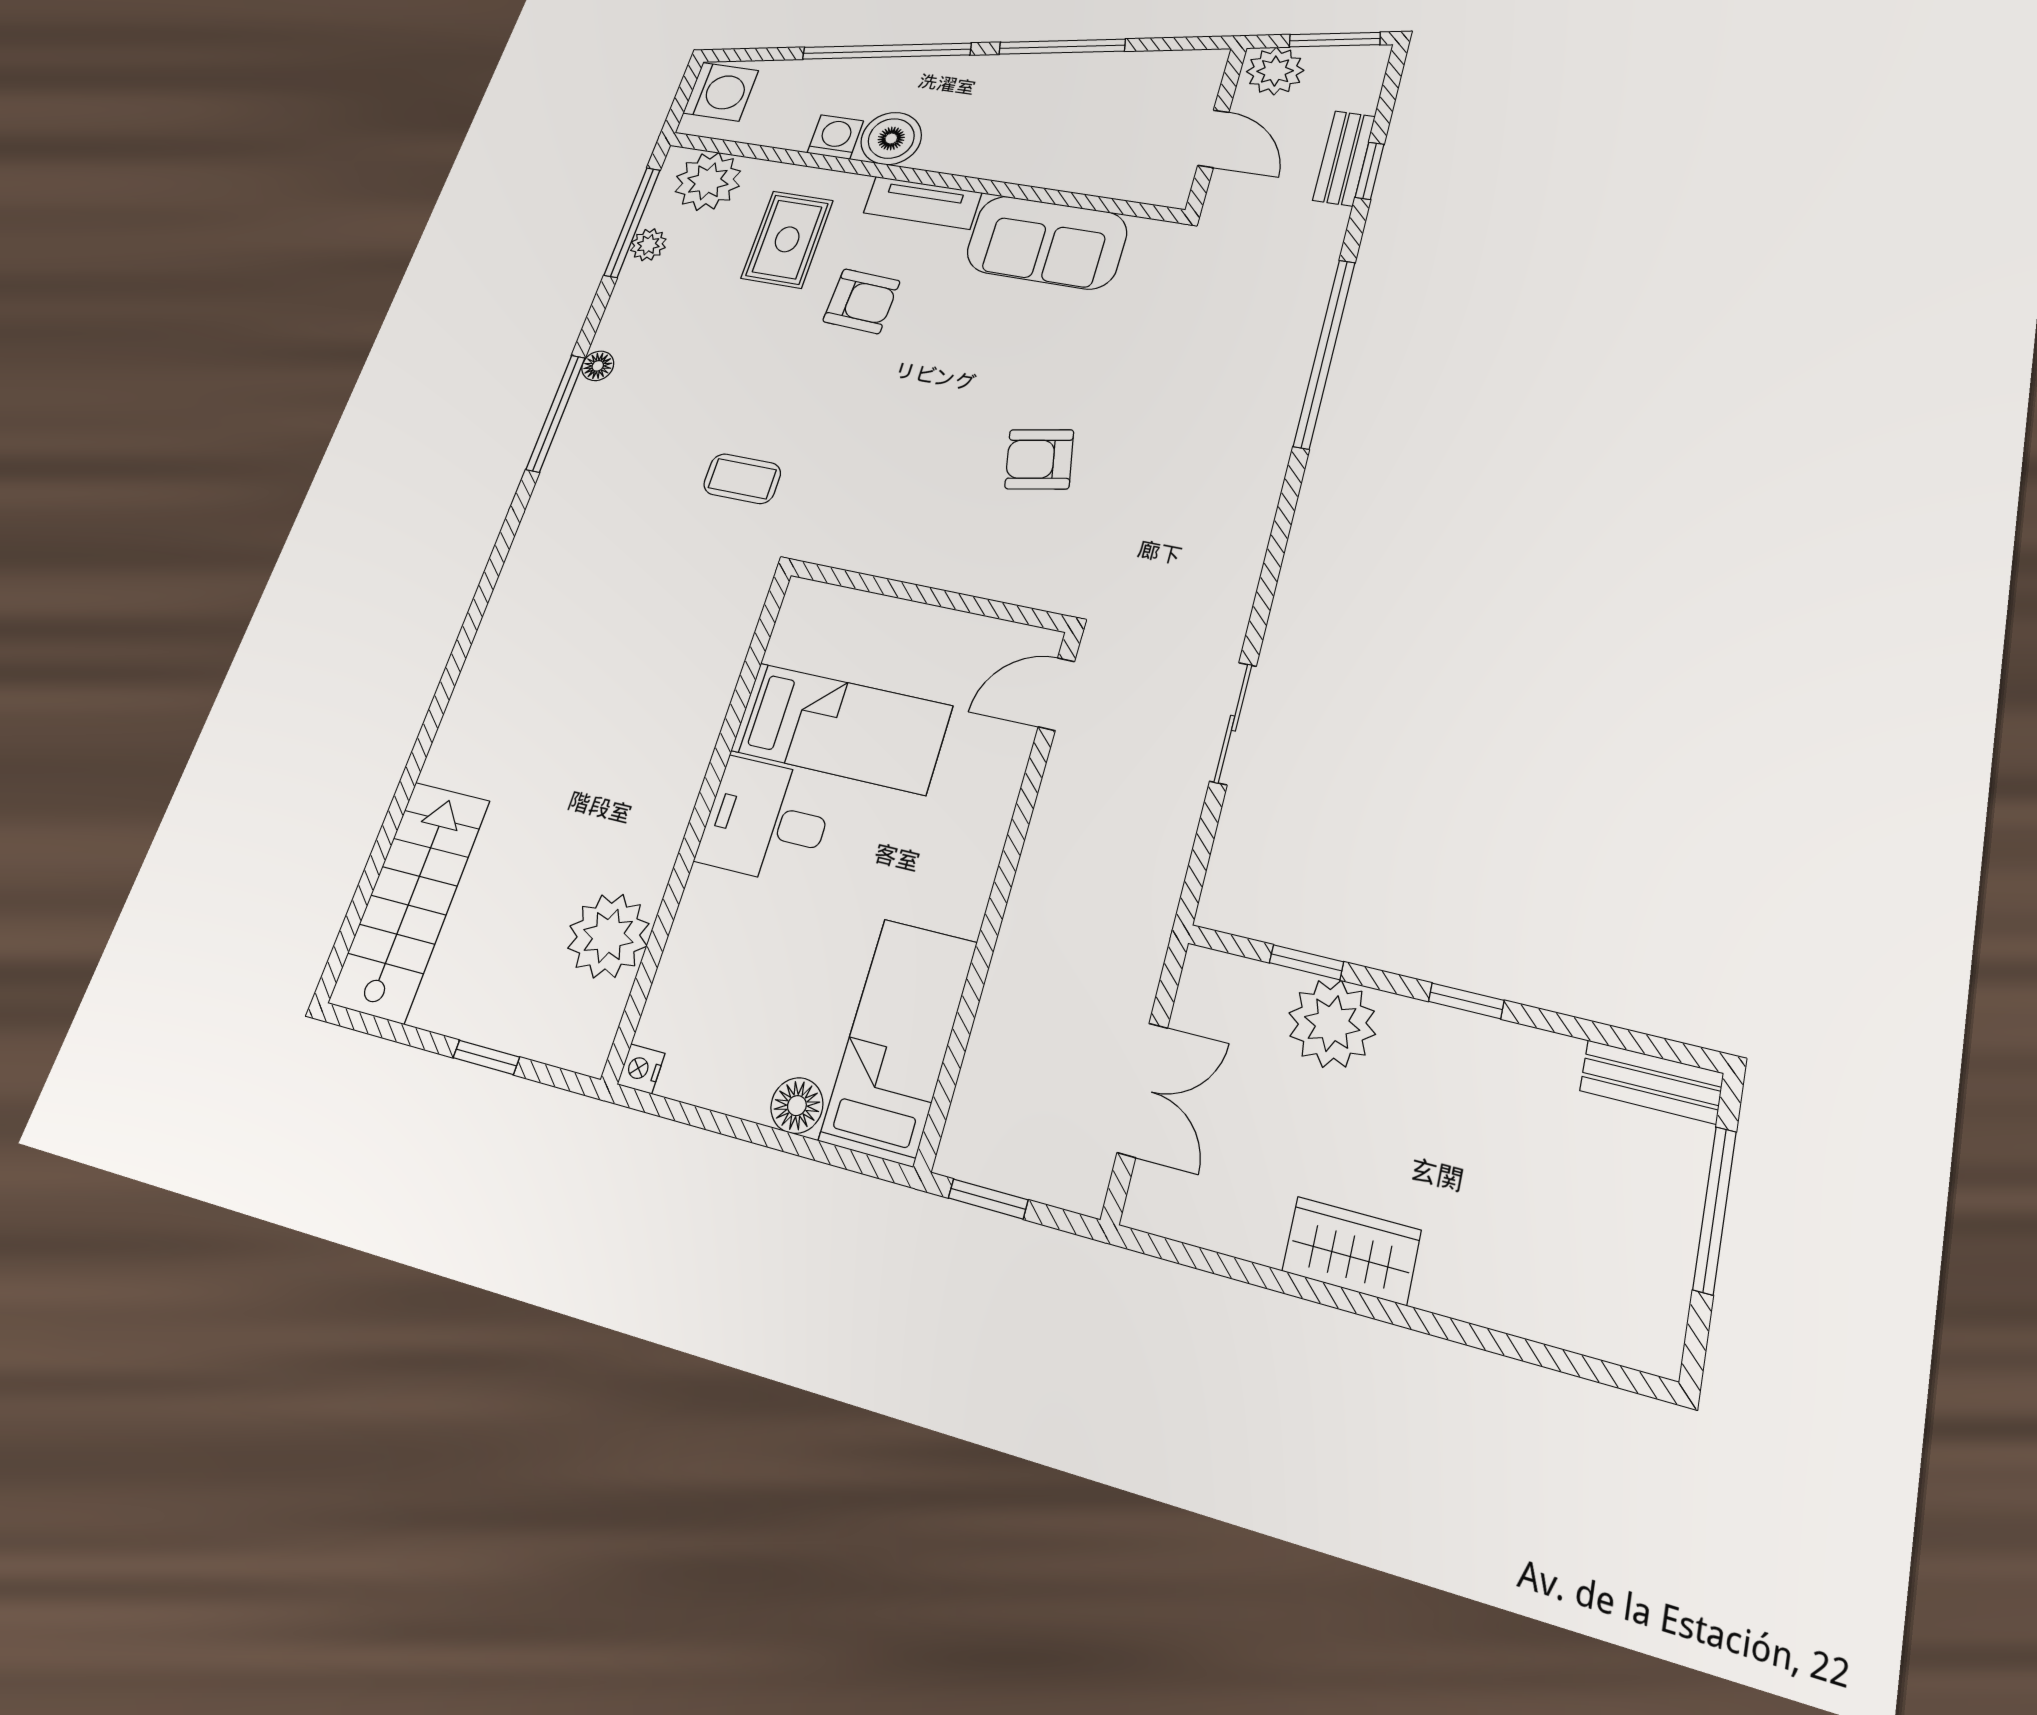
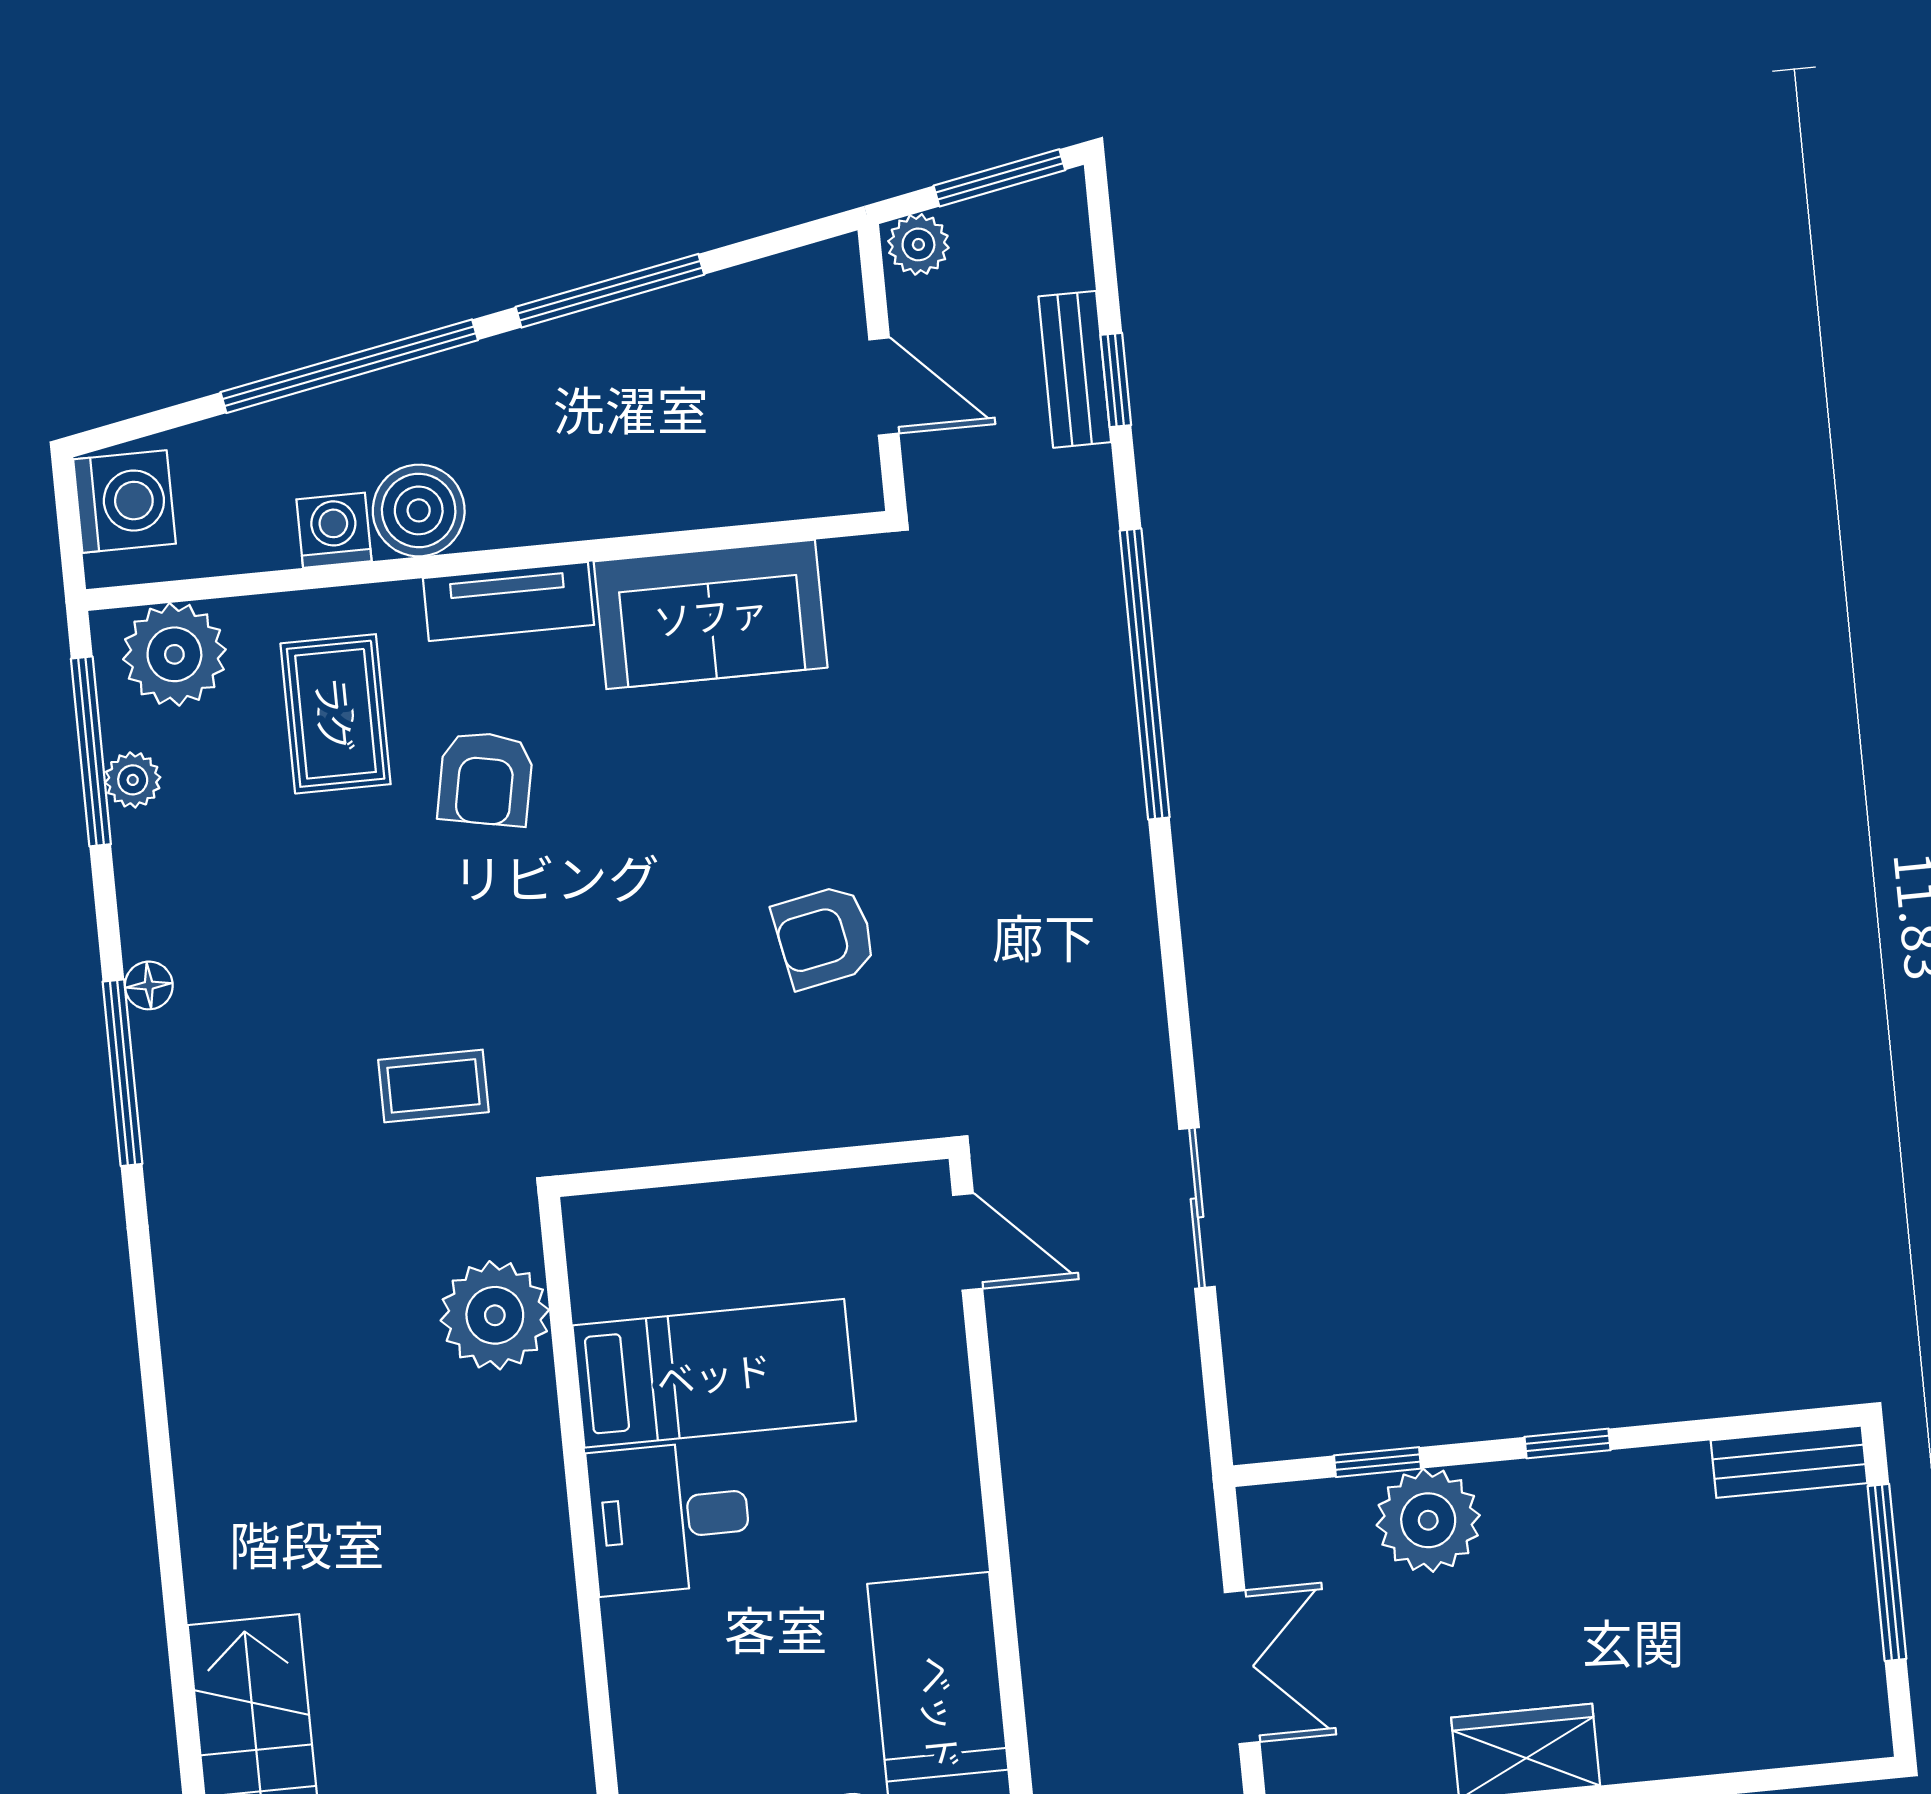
plant: (1275, 71) -> (918, 244), width x0.73, depth x0.73
armchair: (861, 301) -> (485, 779), turned 98
door: (1056, 694) -> (968, 1242), swing flipped
plant: (608, 936) -> (495, 1315), moved

